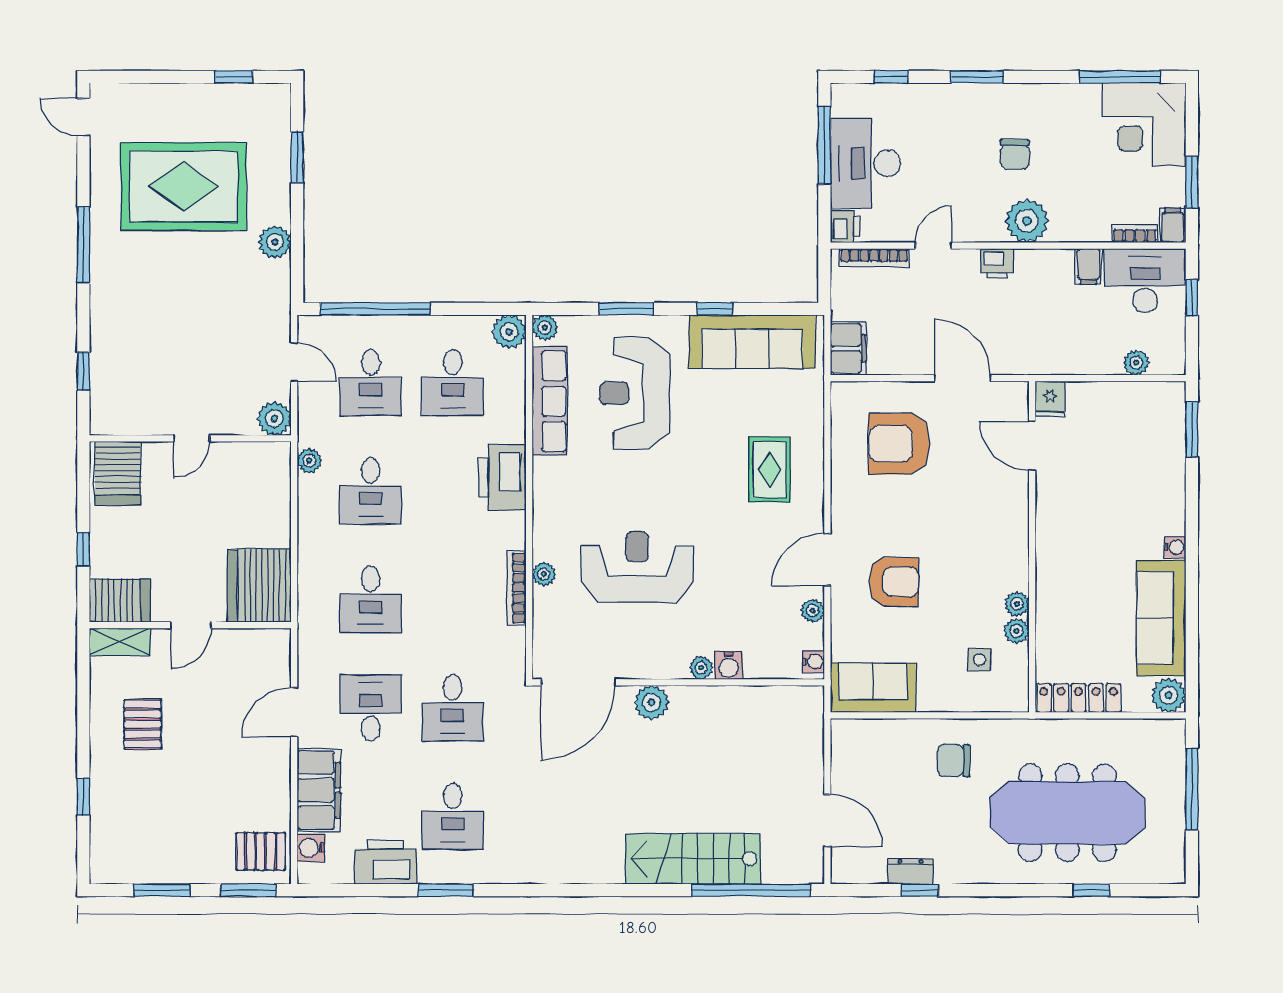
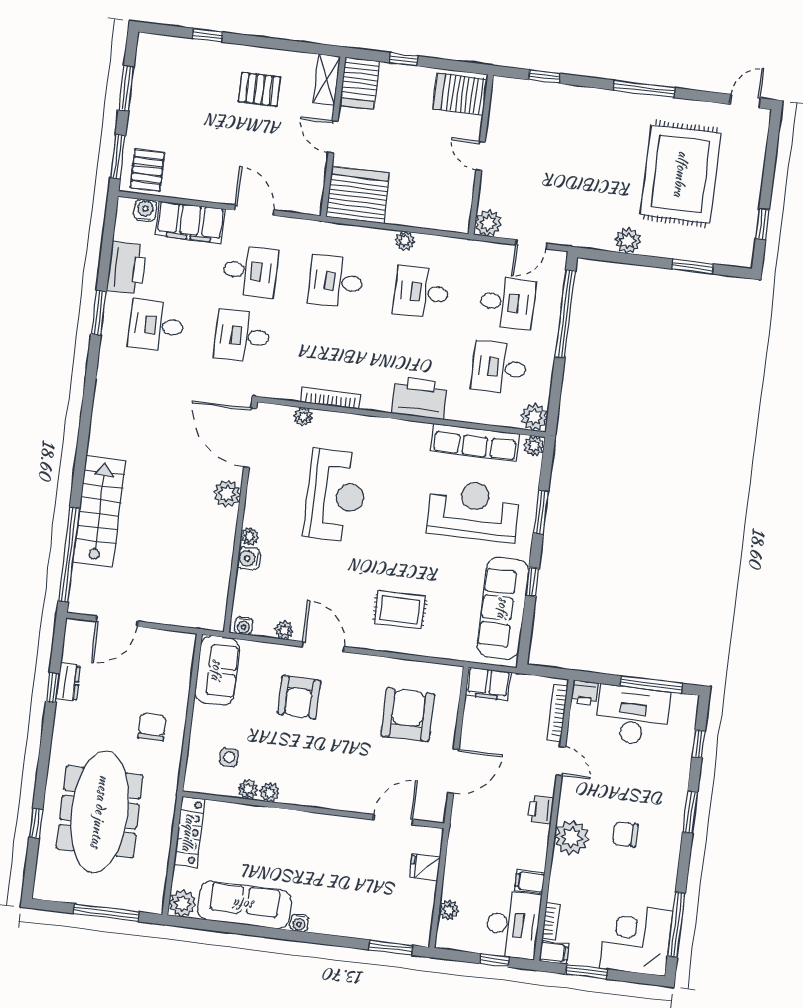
desk: (371, 383) -> (507, 303), turned 180
fridge: (1050, 399) -> (425, 867), moved
plant: (309, 461) -> (405, 241), moved
plant: (544, 574) -> (303, 417), moved

